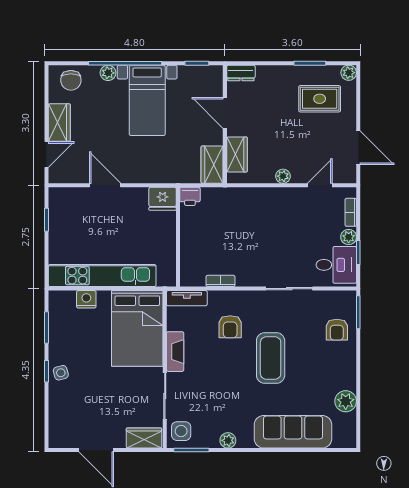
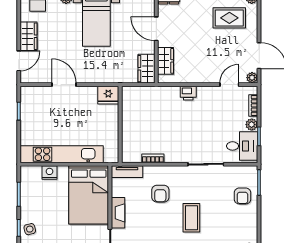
plant: (283, 176) -> (252, 78), moved
printer: (190, 196) -> (188, 93), moved
coffee table: (271, 358) -> (191, 218), width x0.73, depth x0.76

